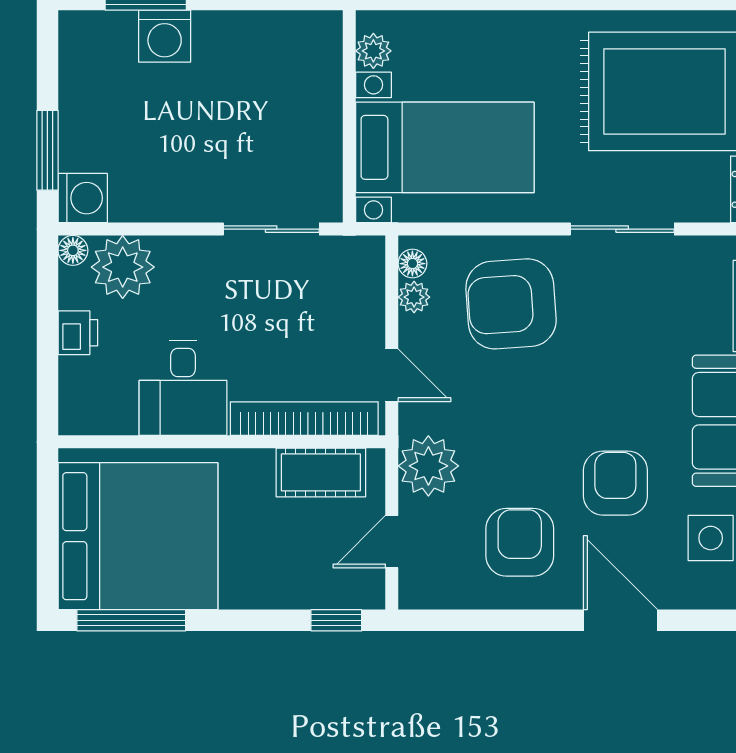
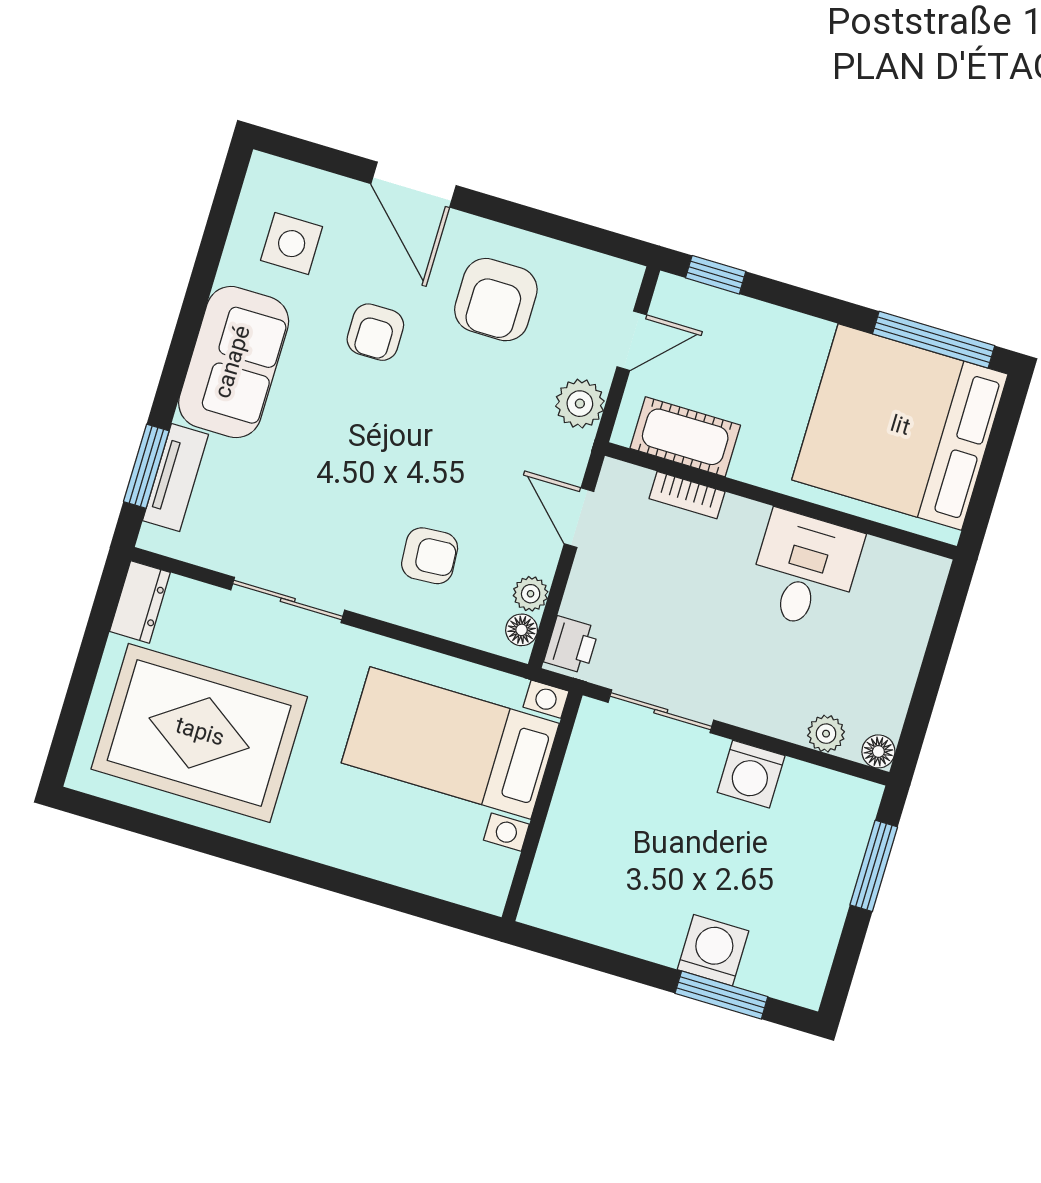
plant: (373, 51) -> (496, 868), removed
washing machine: (83, 198) -> (751, 774), moved, turned -90
plant: (123, 267) -> (826, 734), width x0.53, depth x0.53
armchair: (511, 304) -> (430, 556), width x0.53, depth x0.53
printer: (78, 333) -> (571, 645), moved, turned 180
bookcase: (304, 419) -> (687, 495), width x0.43, depth x0.76
plant: (428, 466) -> (580, 404), width x0.73, depth x0.73
armchair: (615, 483) -> (375, 332), width x0.72, depth x0.72

